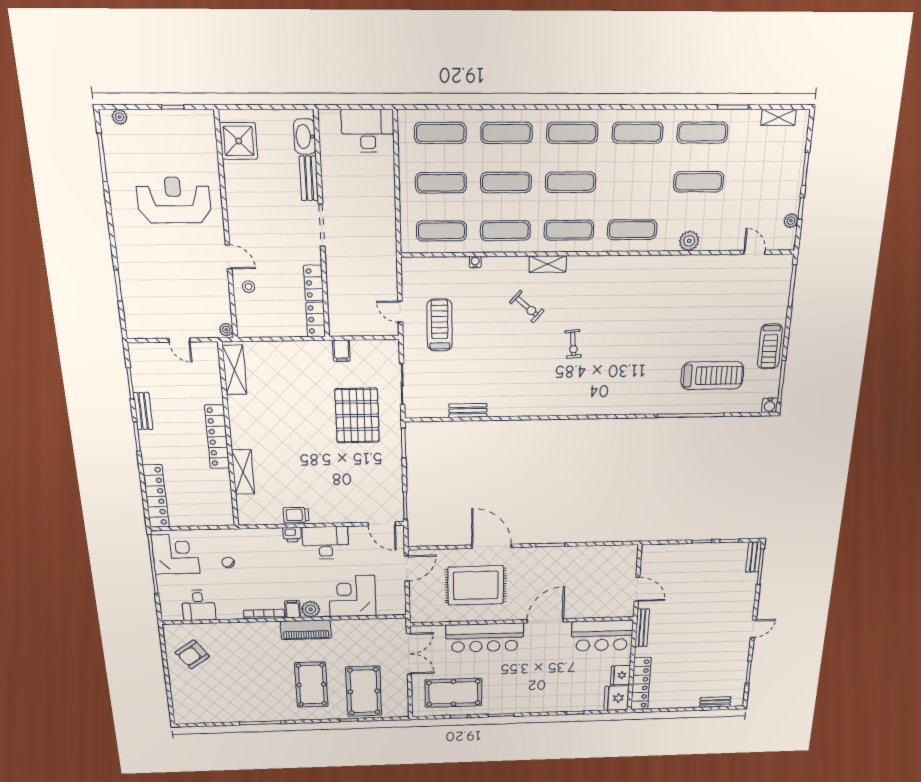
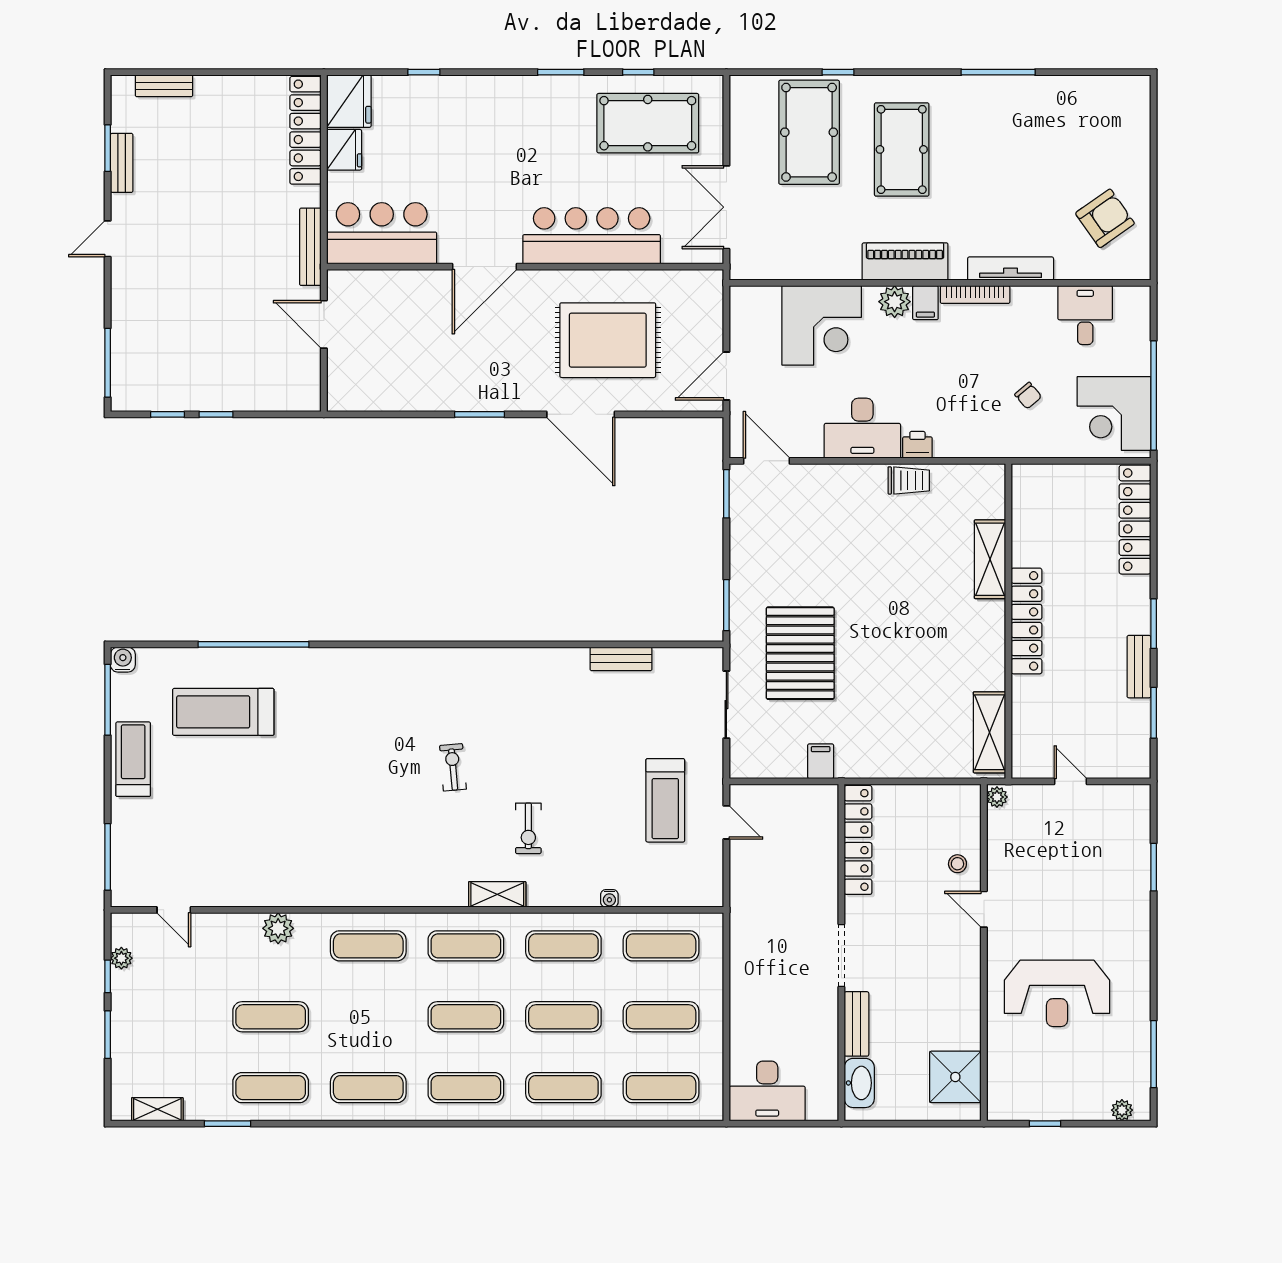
exercise bike: (527, 307) -> (528, 828), turned -131
bench: (754, 557) -> (122, 163), moved
tv unit: (244, 628) -> (1011, 269), added

